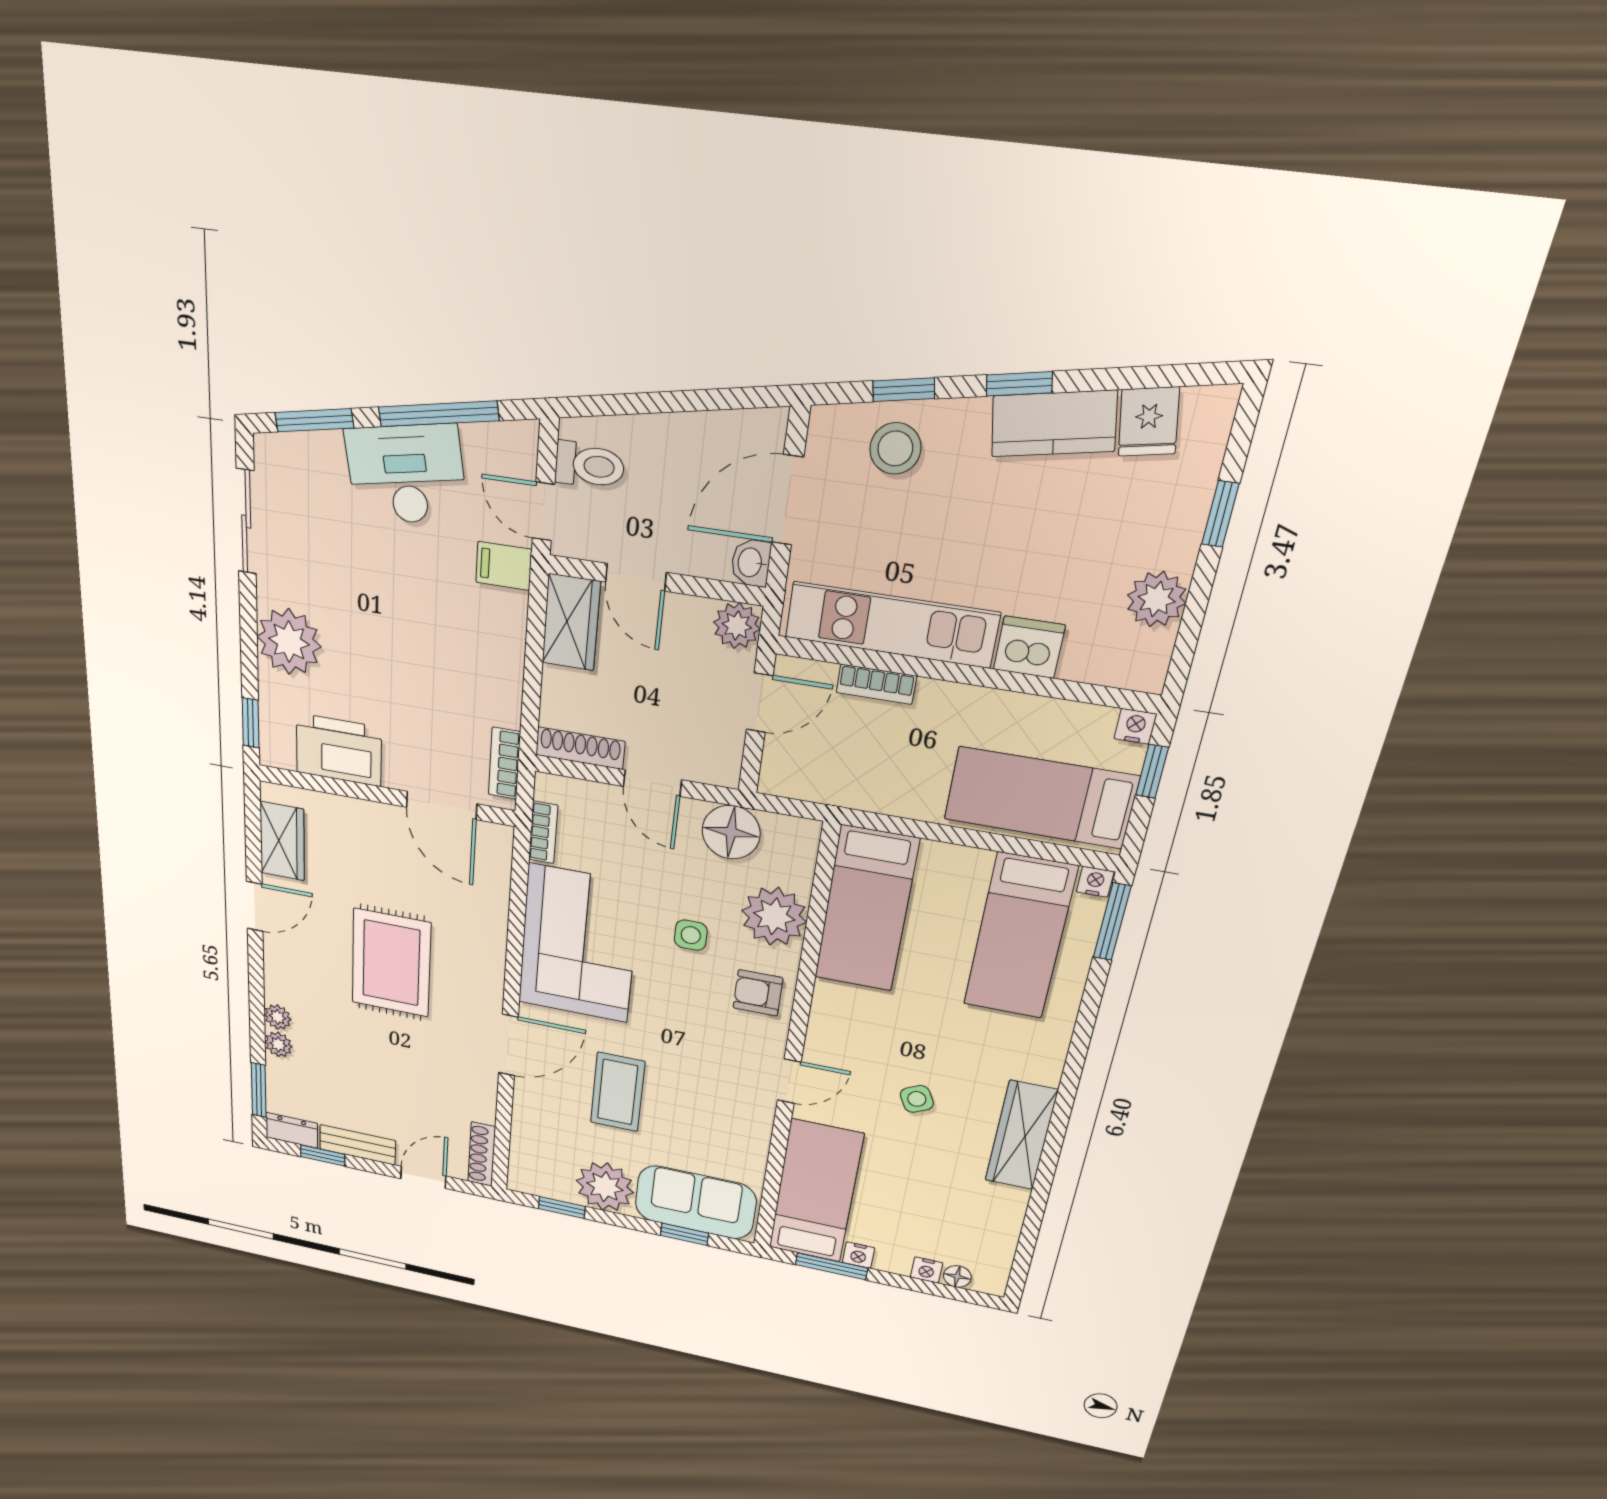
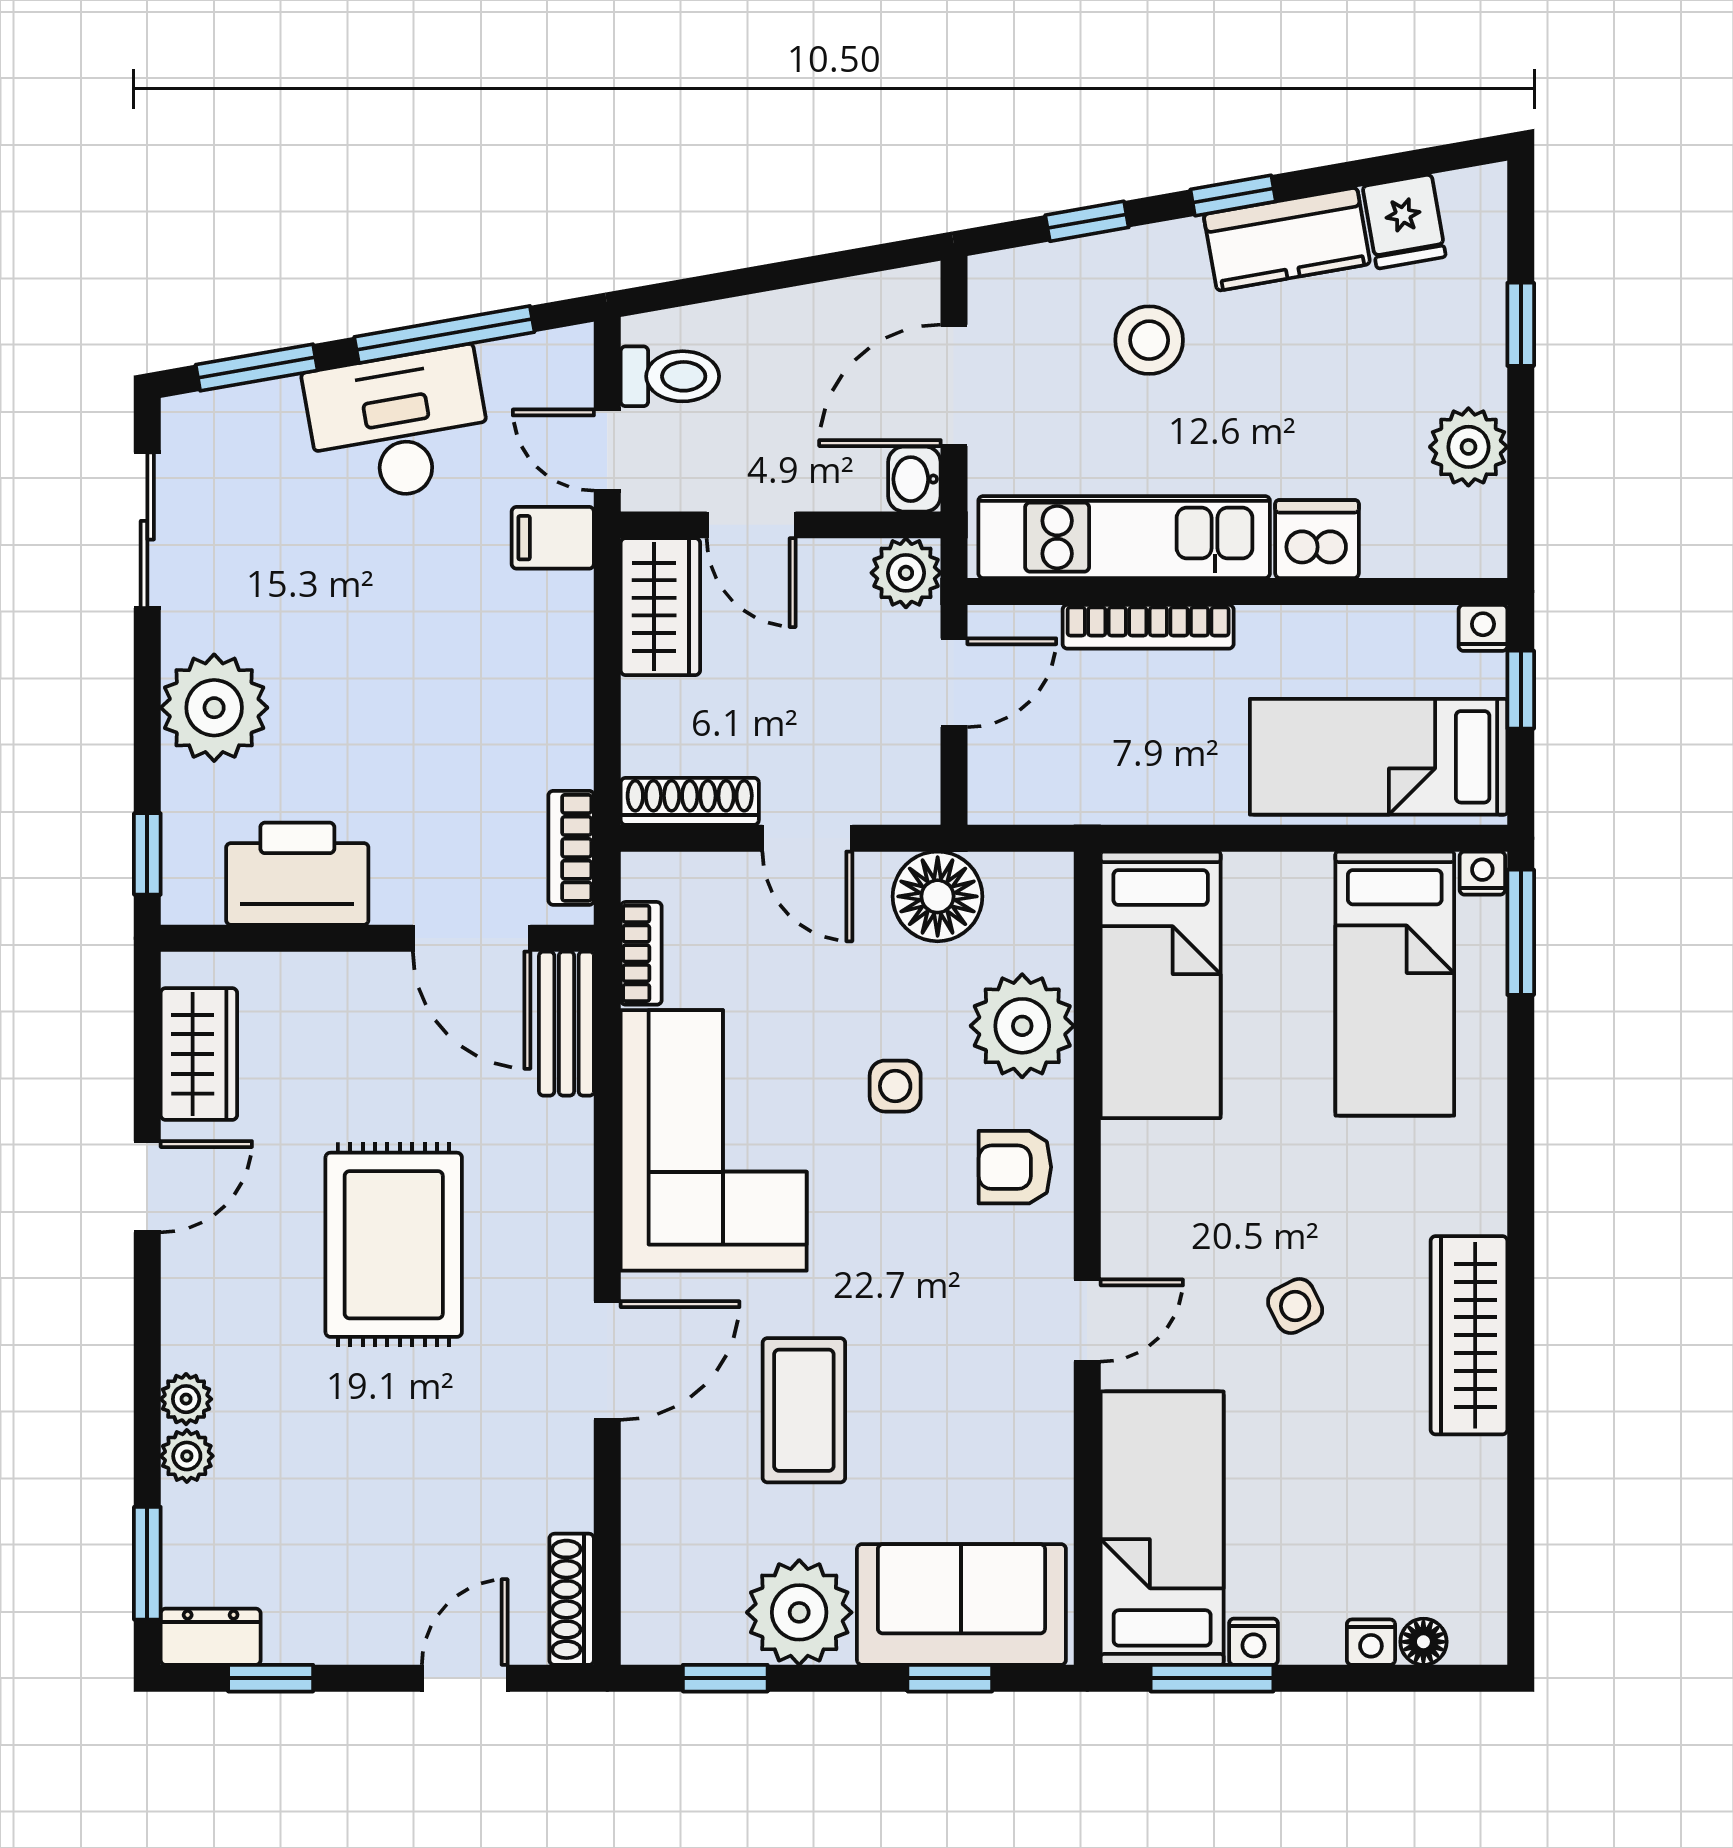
stool: (895, 448) -> (1149, 340), moved
bookcase: (876, 684) -> (1148, 627), width x1.56
bench: (358, 1145) -> (566, 1024), moved, turned 90

